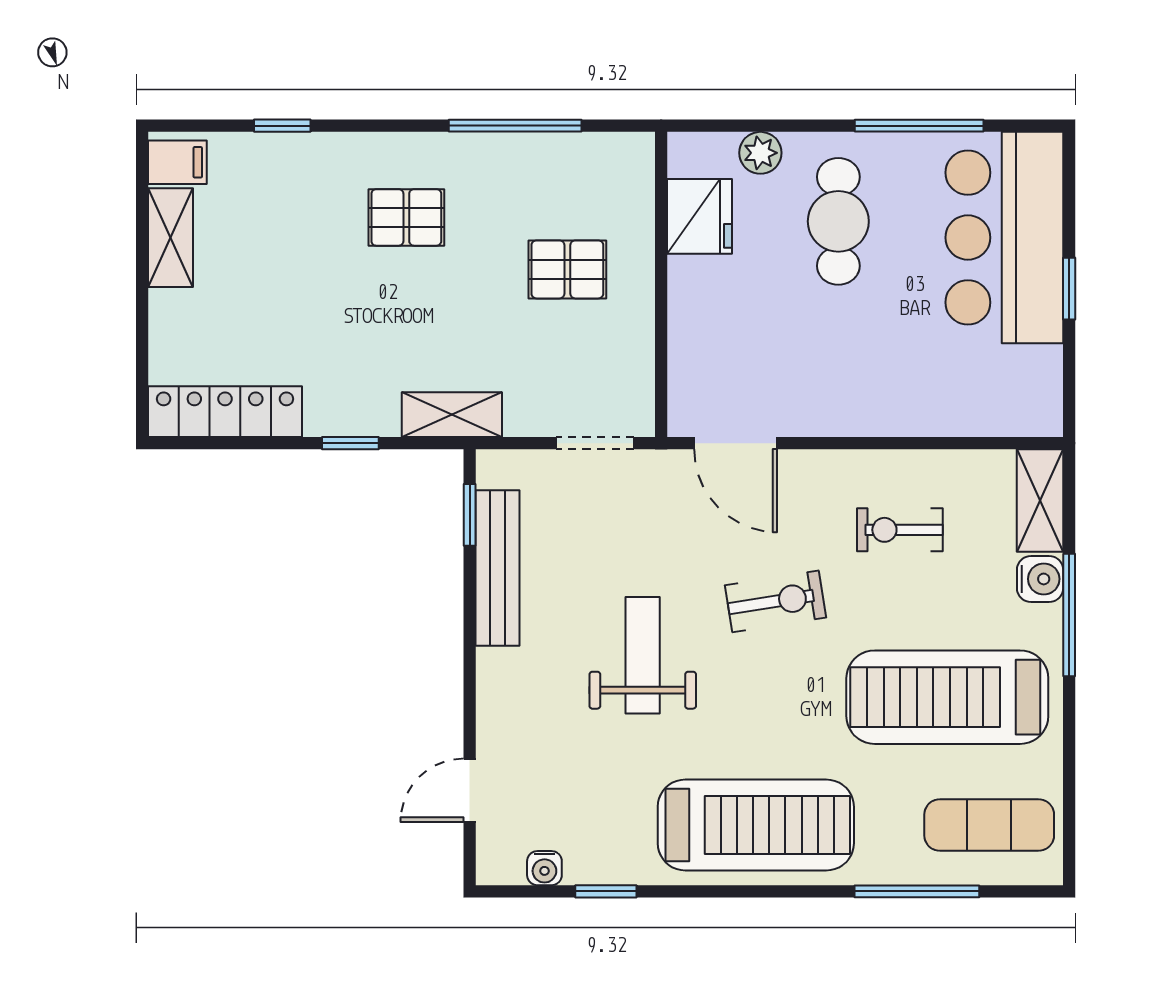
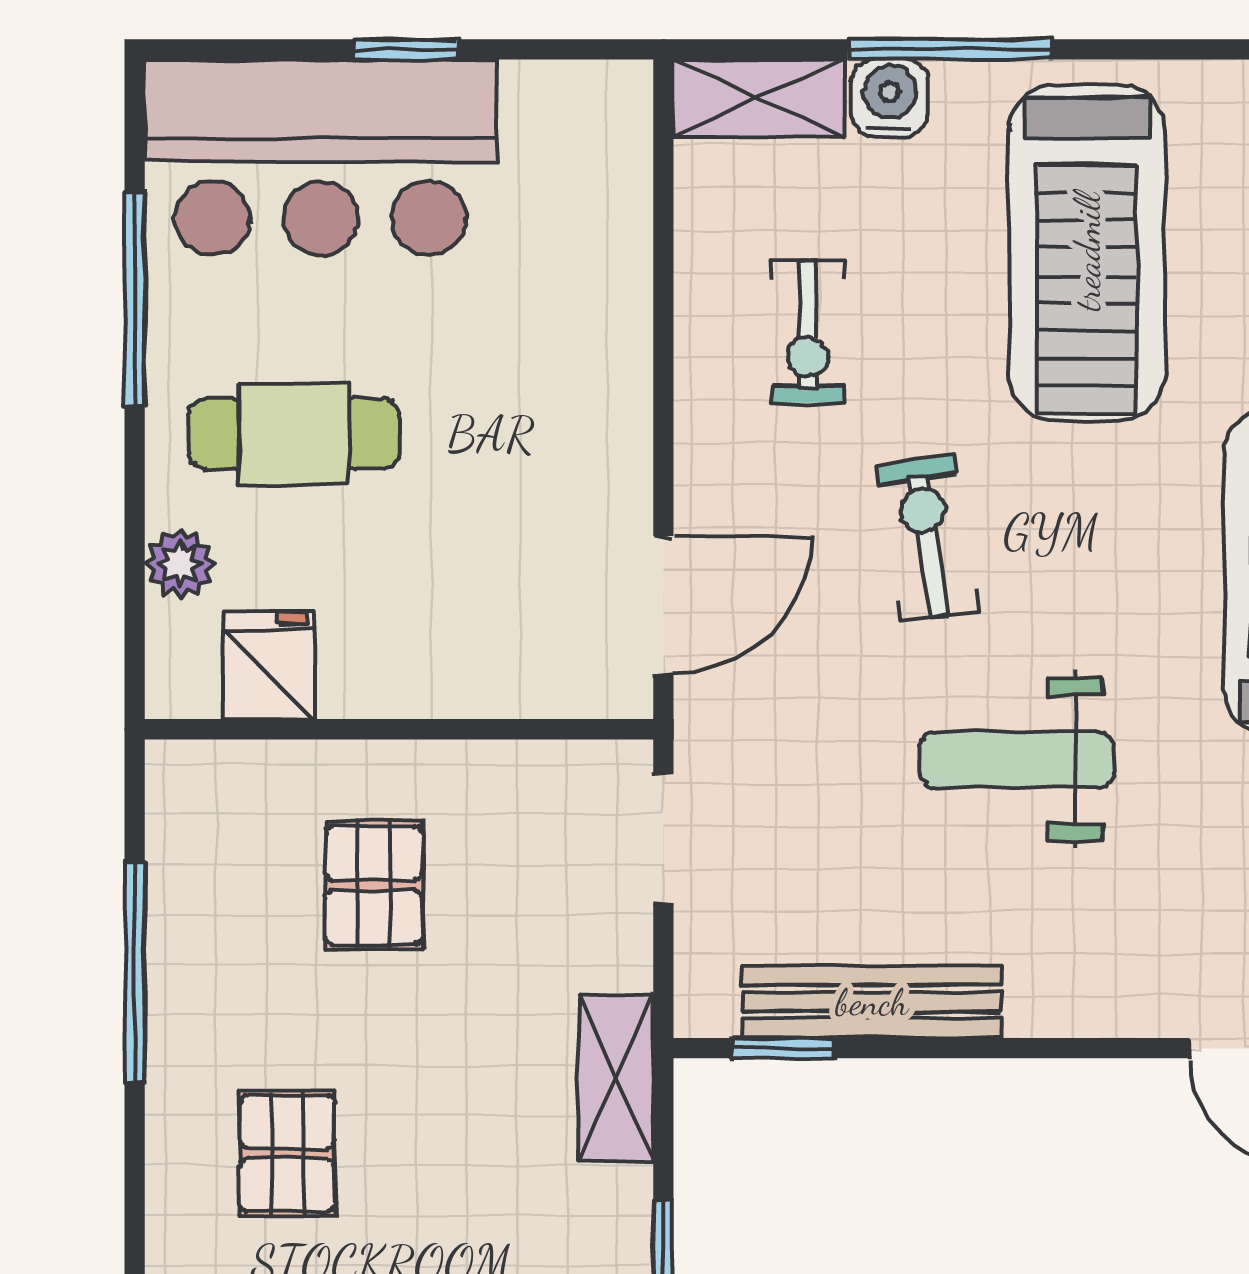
fridge: (699, 216) -> (268, 665), width x0.72

